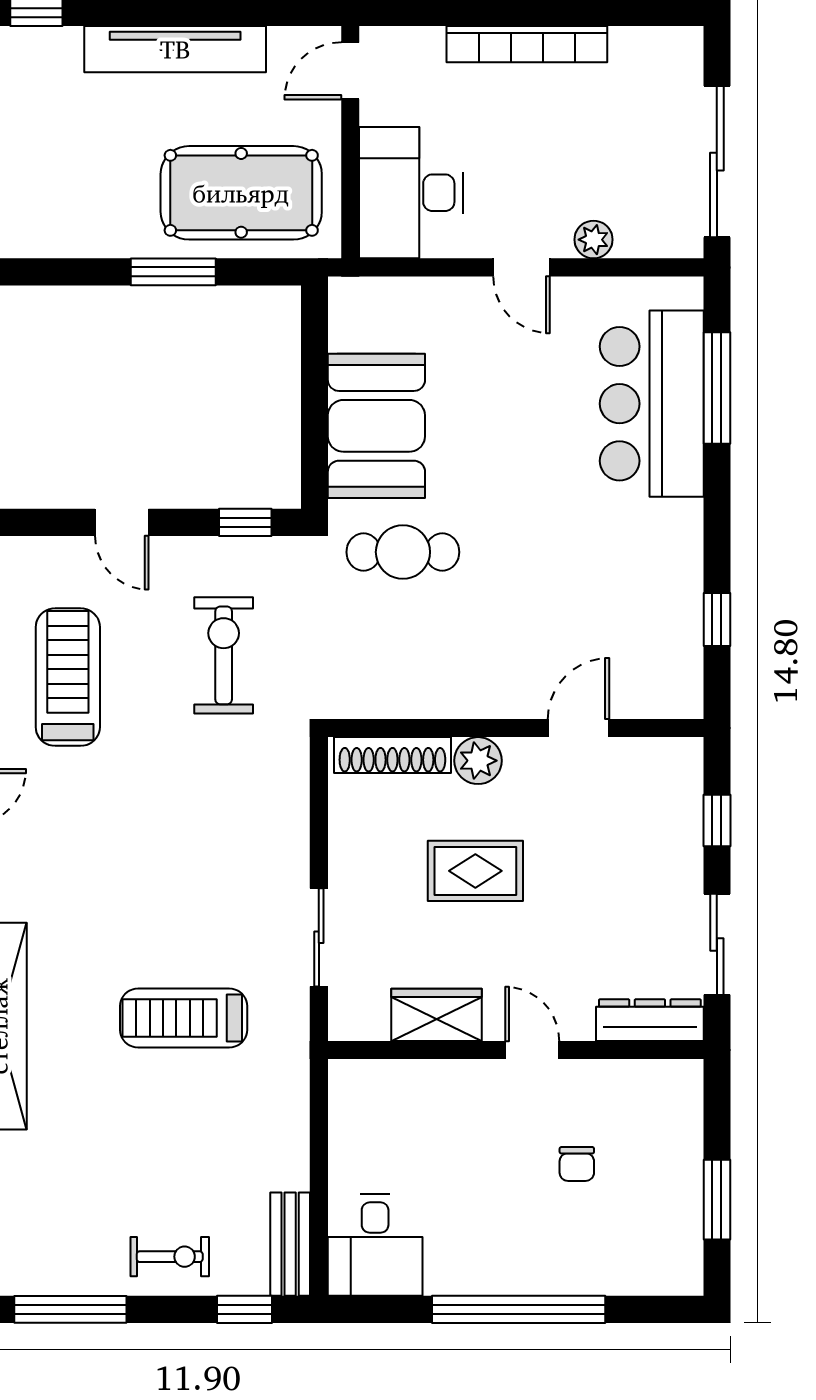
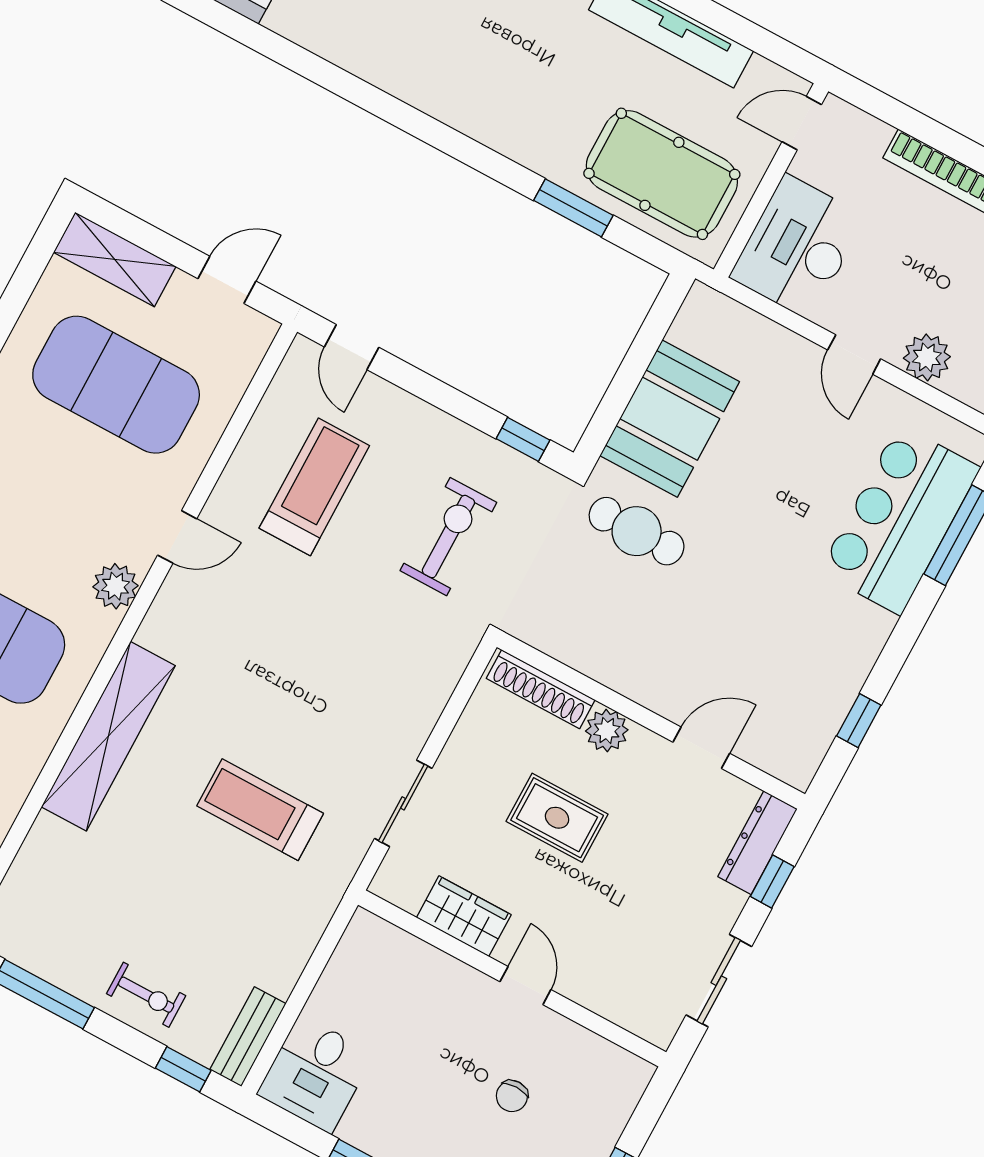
plant: (594, 240) -> (927, 357), width x1.38, depth x1.38
door: (122, 522) -> (352, 347), moved
dresser: (650, 1020) -> (758, 843), moved, turned -90

